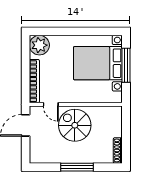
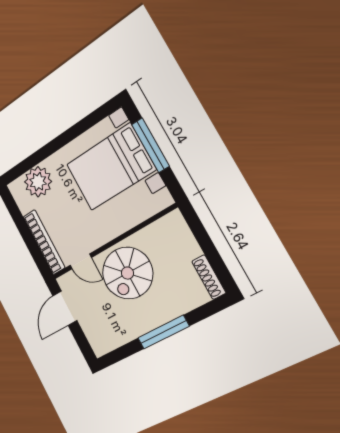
plant: (39, 45) -> (38, 182), moved
spiral stairs: (75, 125) -> (127, 273), turned -90

